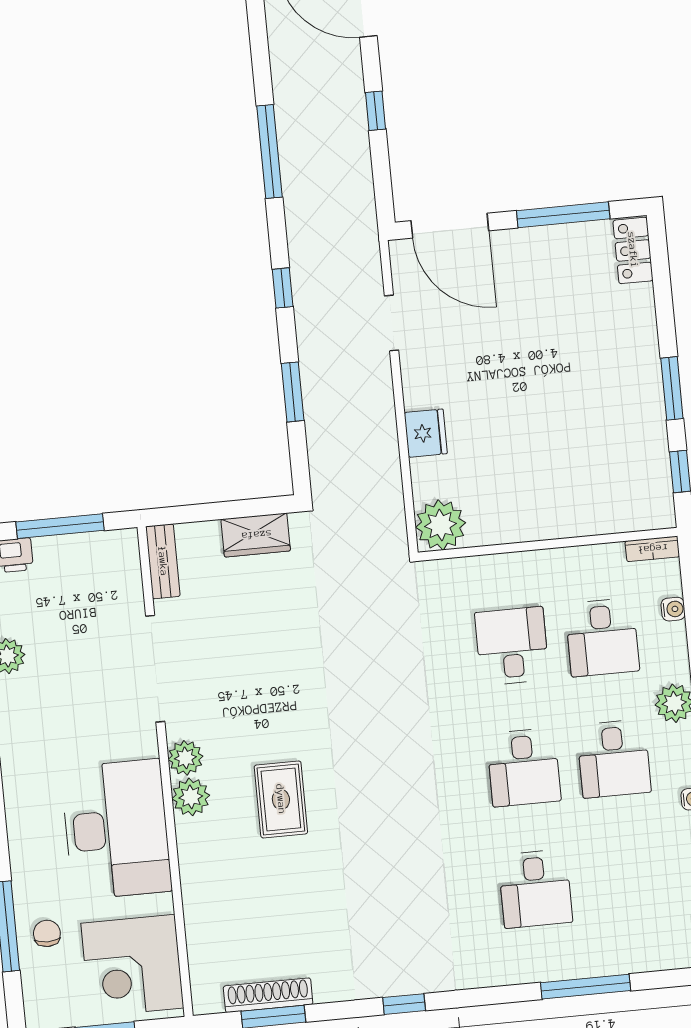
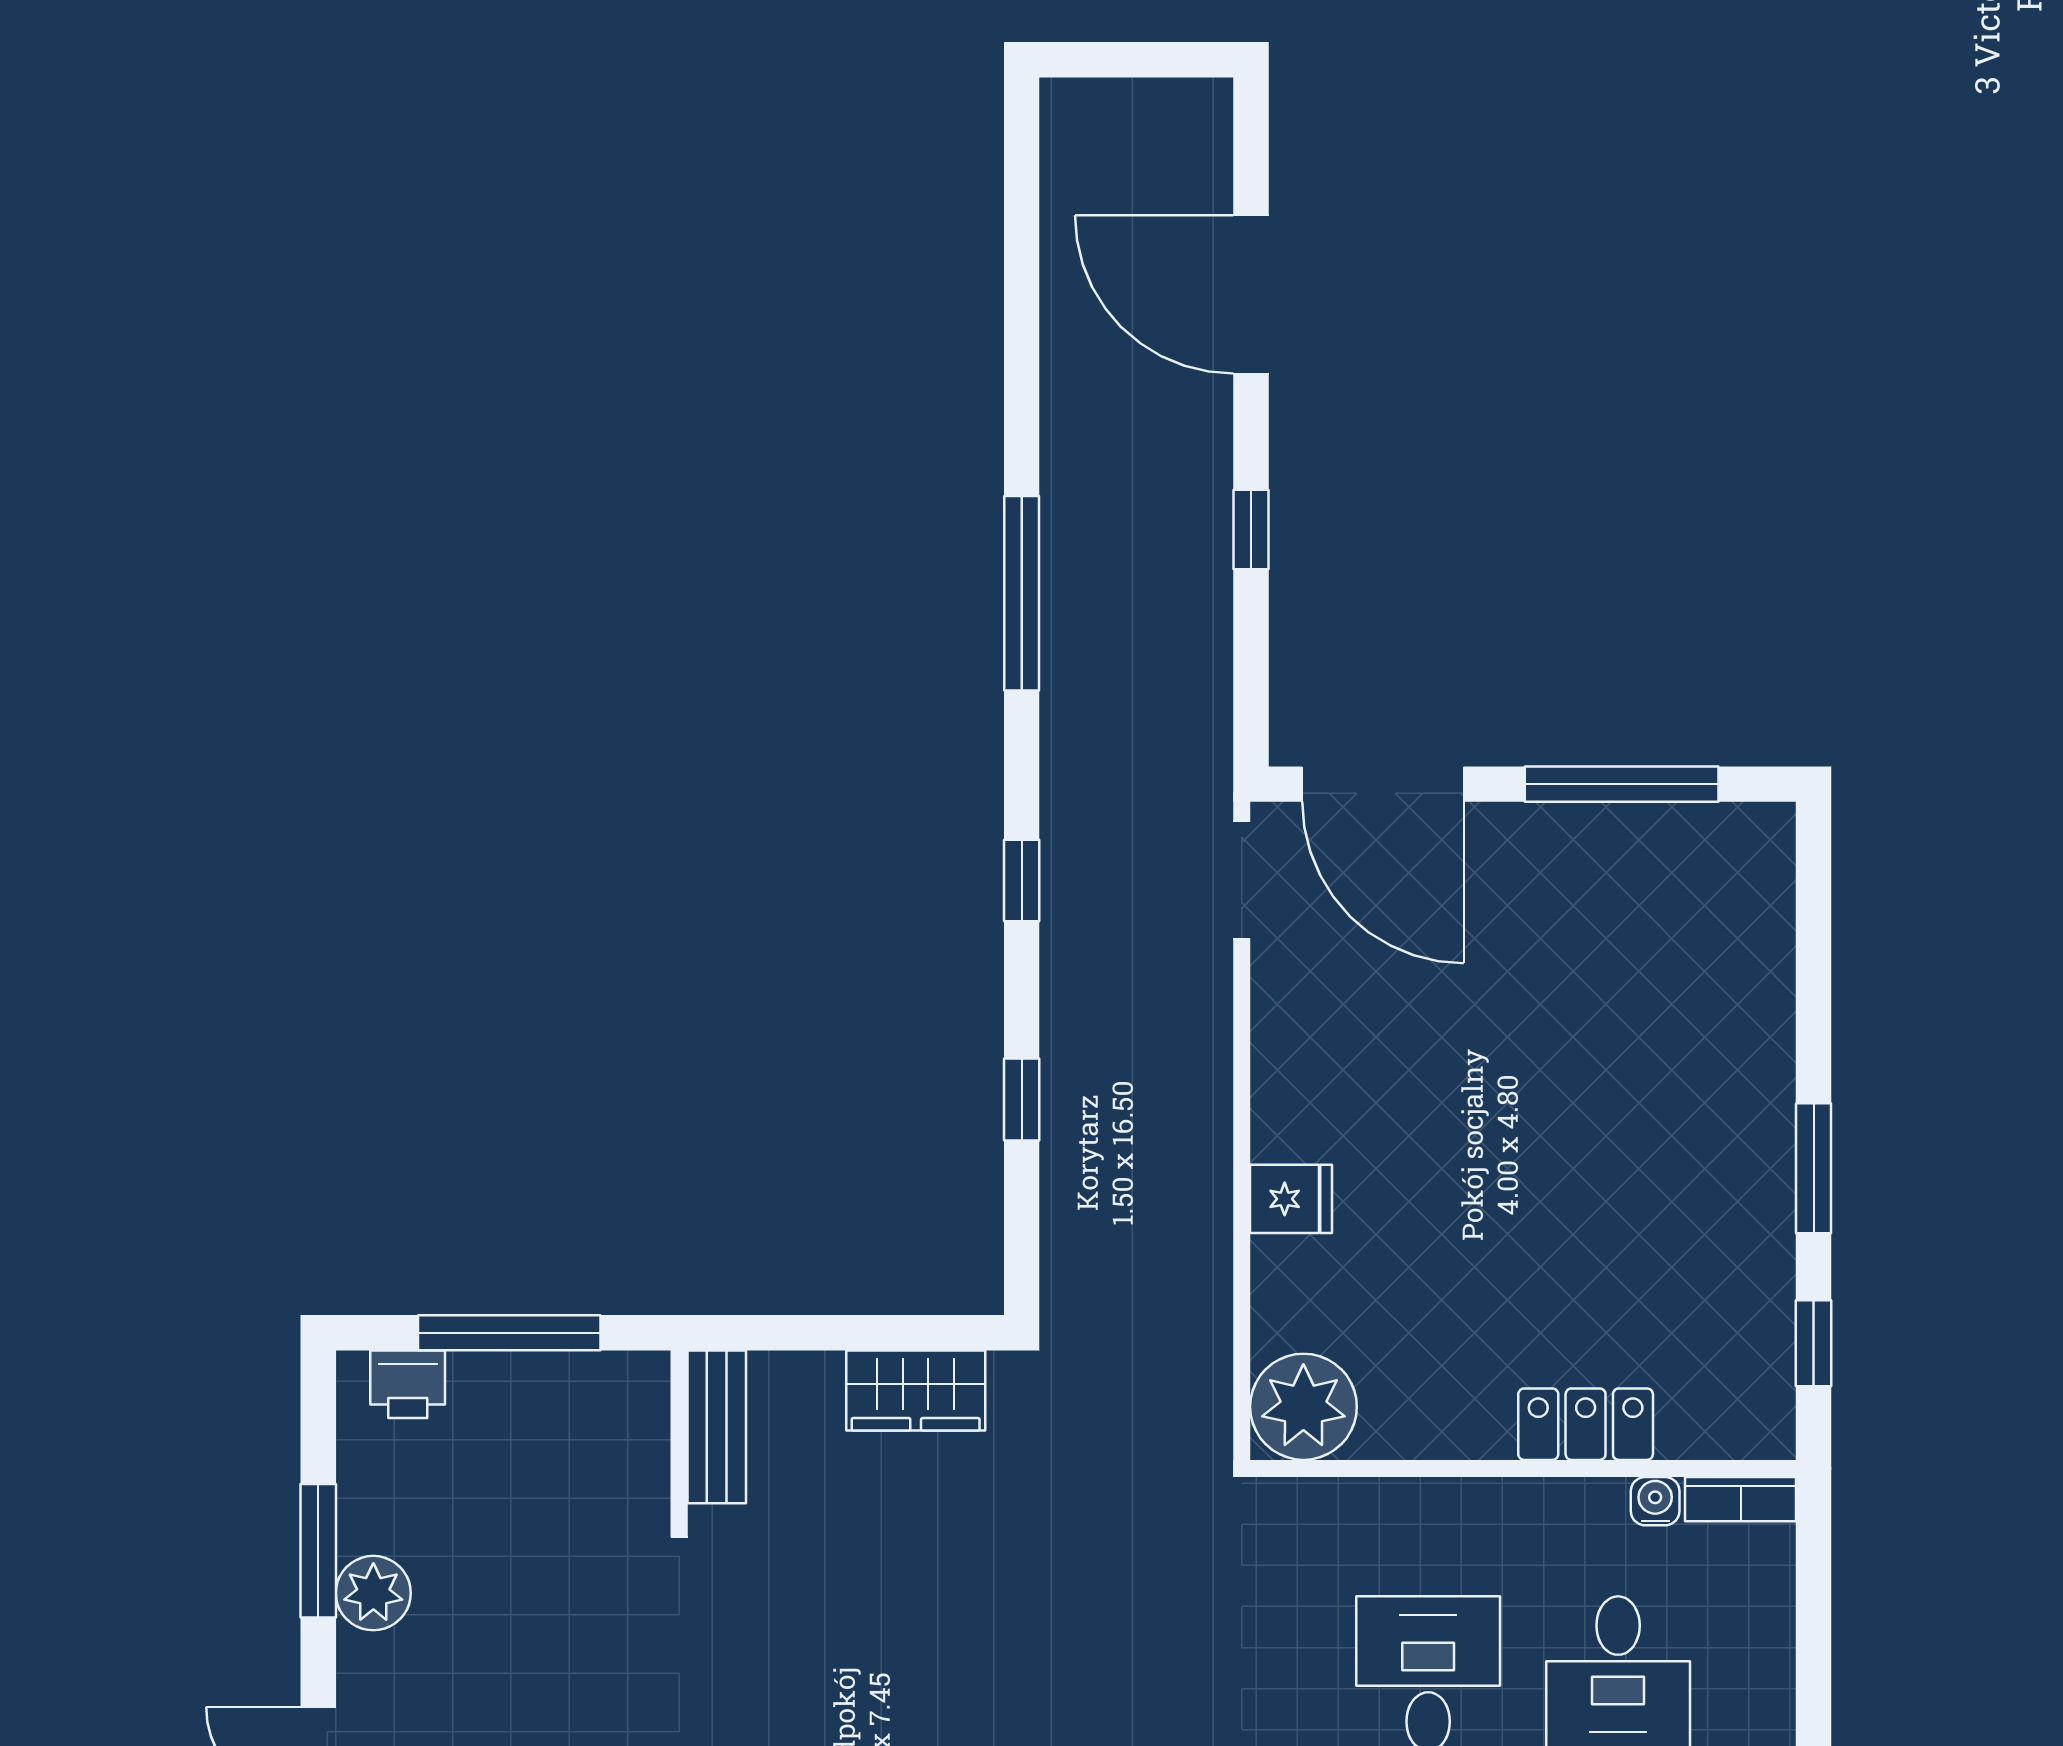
locker: (633, 250) -> (1586, 1424), moved, turned 90
doorway: (392, 323) -> (1242, 880), moved
window: (293, 392) -> (1022, 1099), width x0.67
fridge: (426, 433) -> (1291, 1199), width x0.72
water cooler: (673, 609) -> (1655, 1501), moved, turned -90

